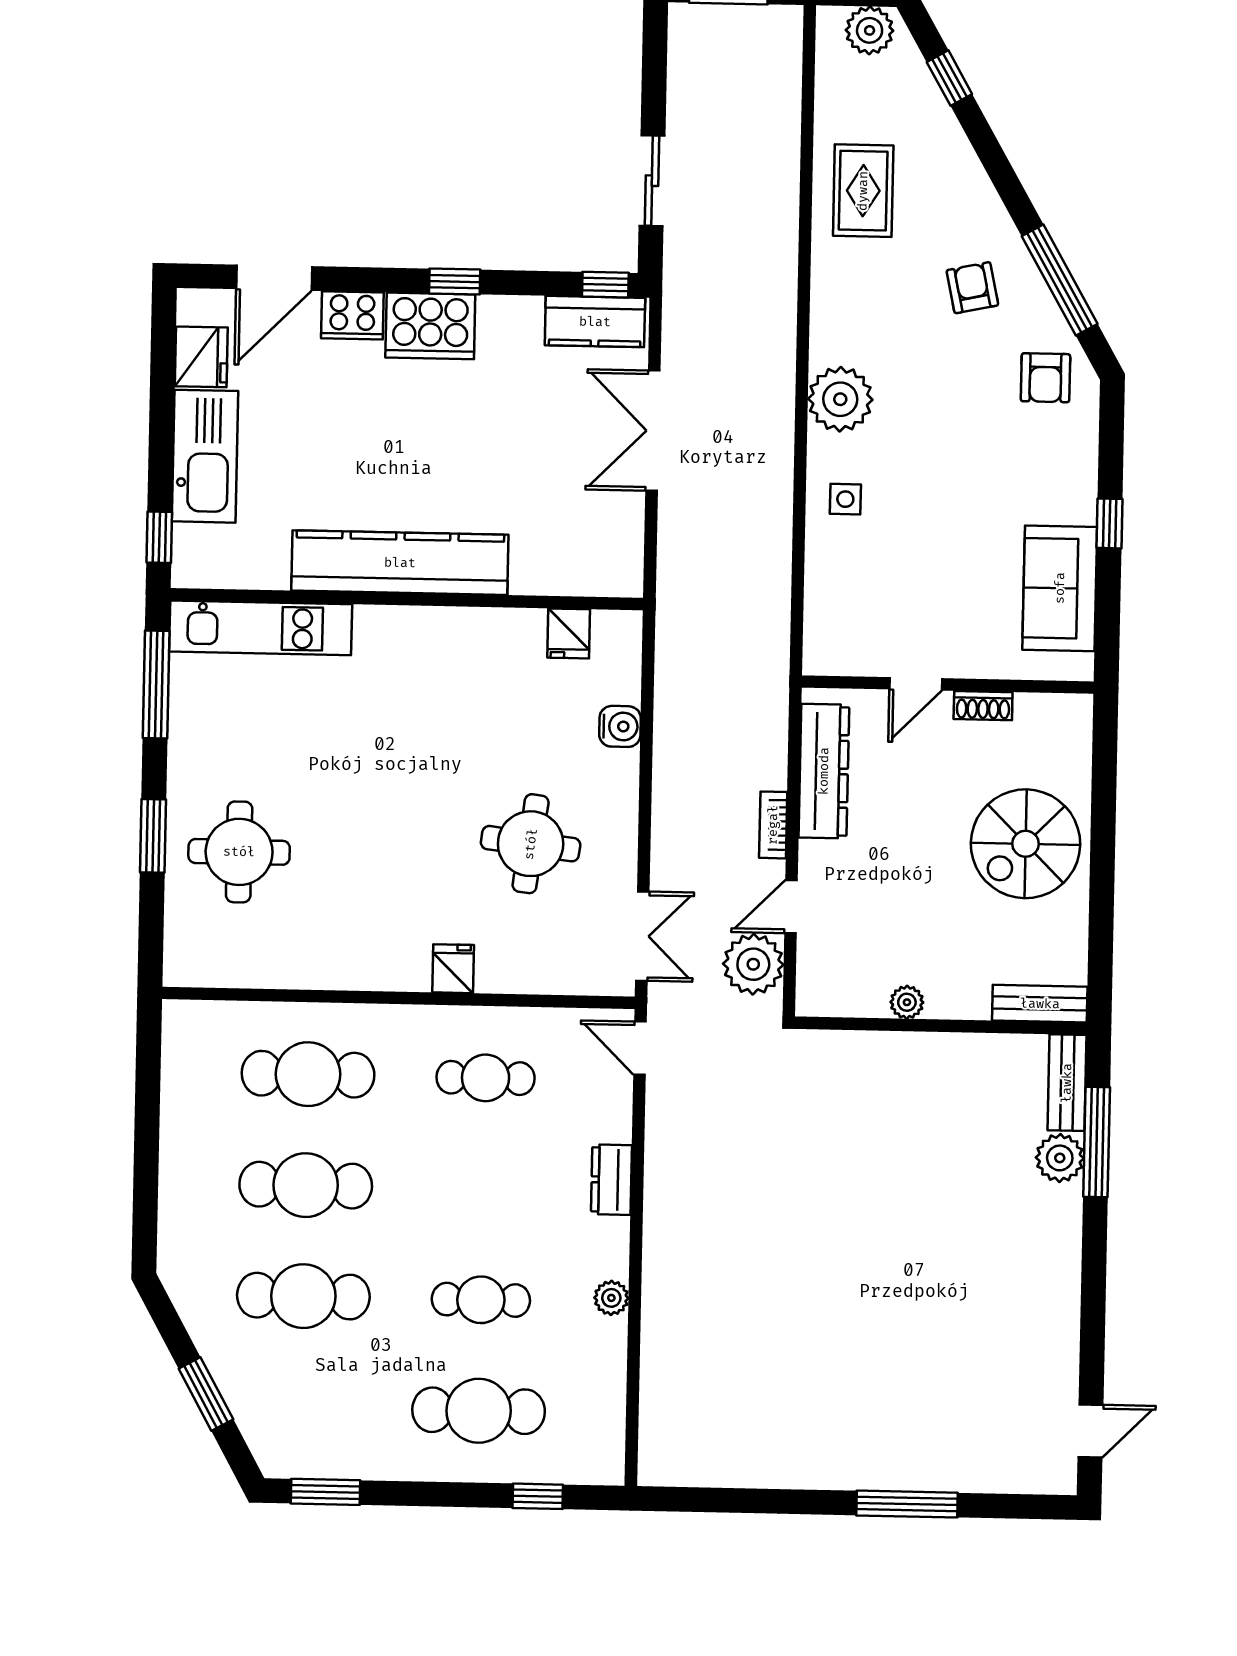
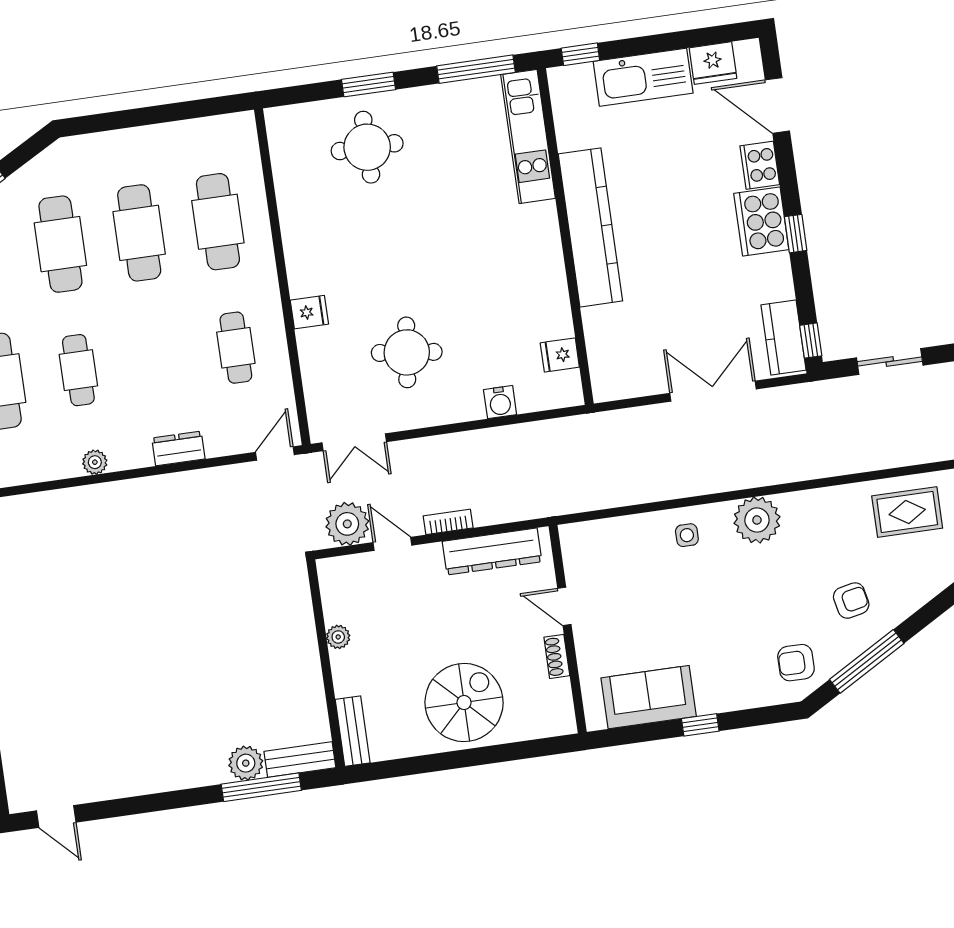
spiral stairs: (1026, 844) -> (464, 702), turned 90

